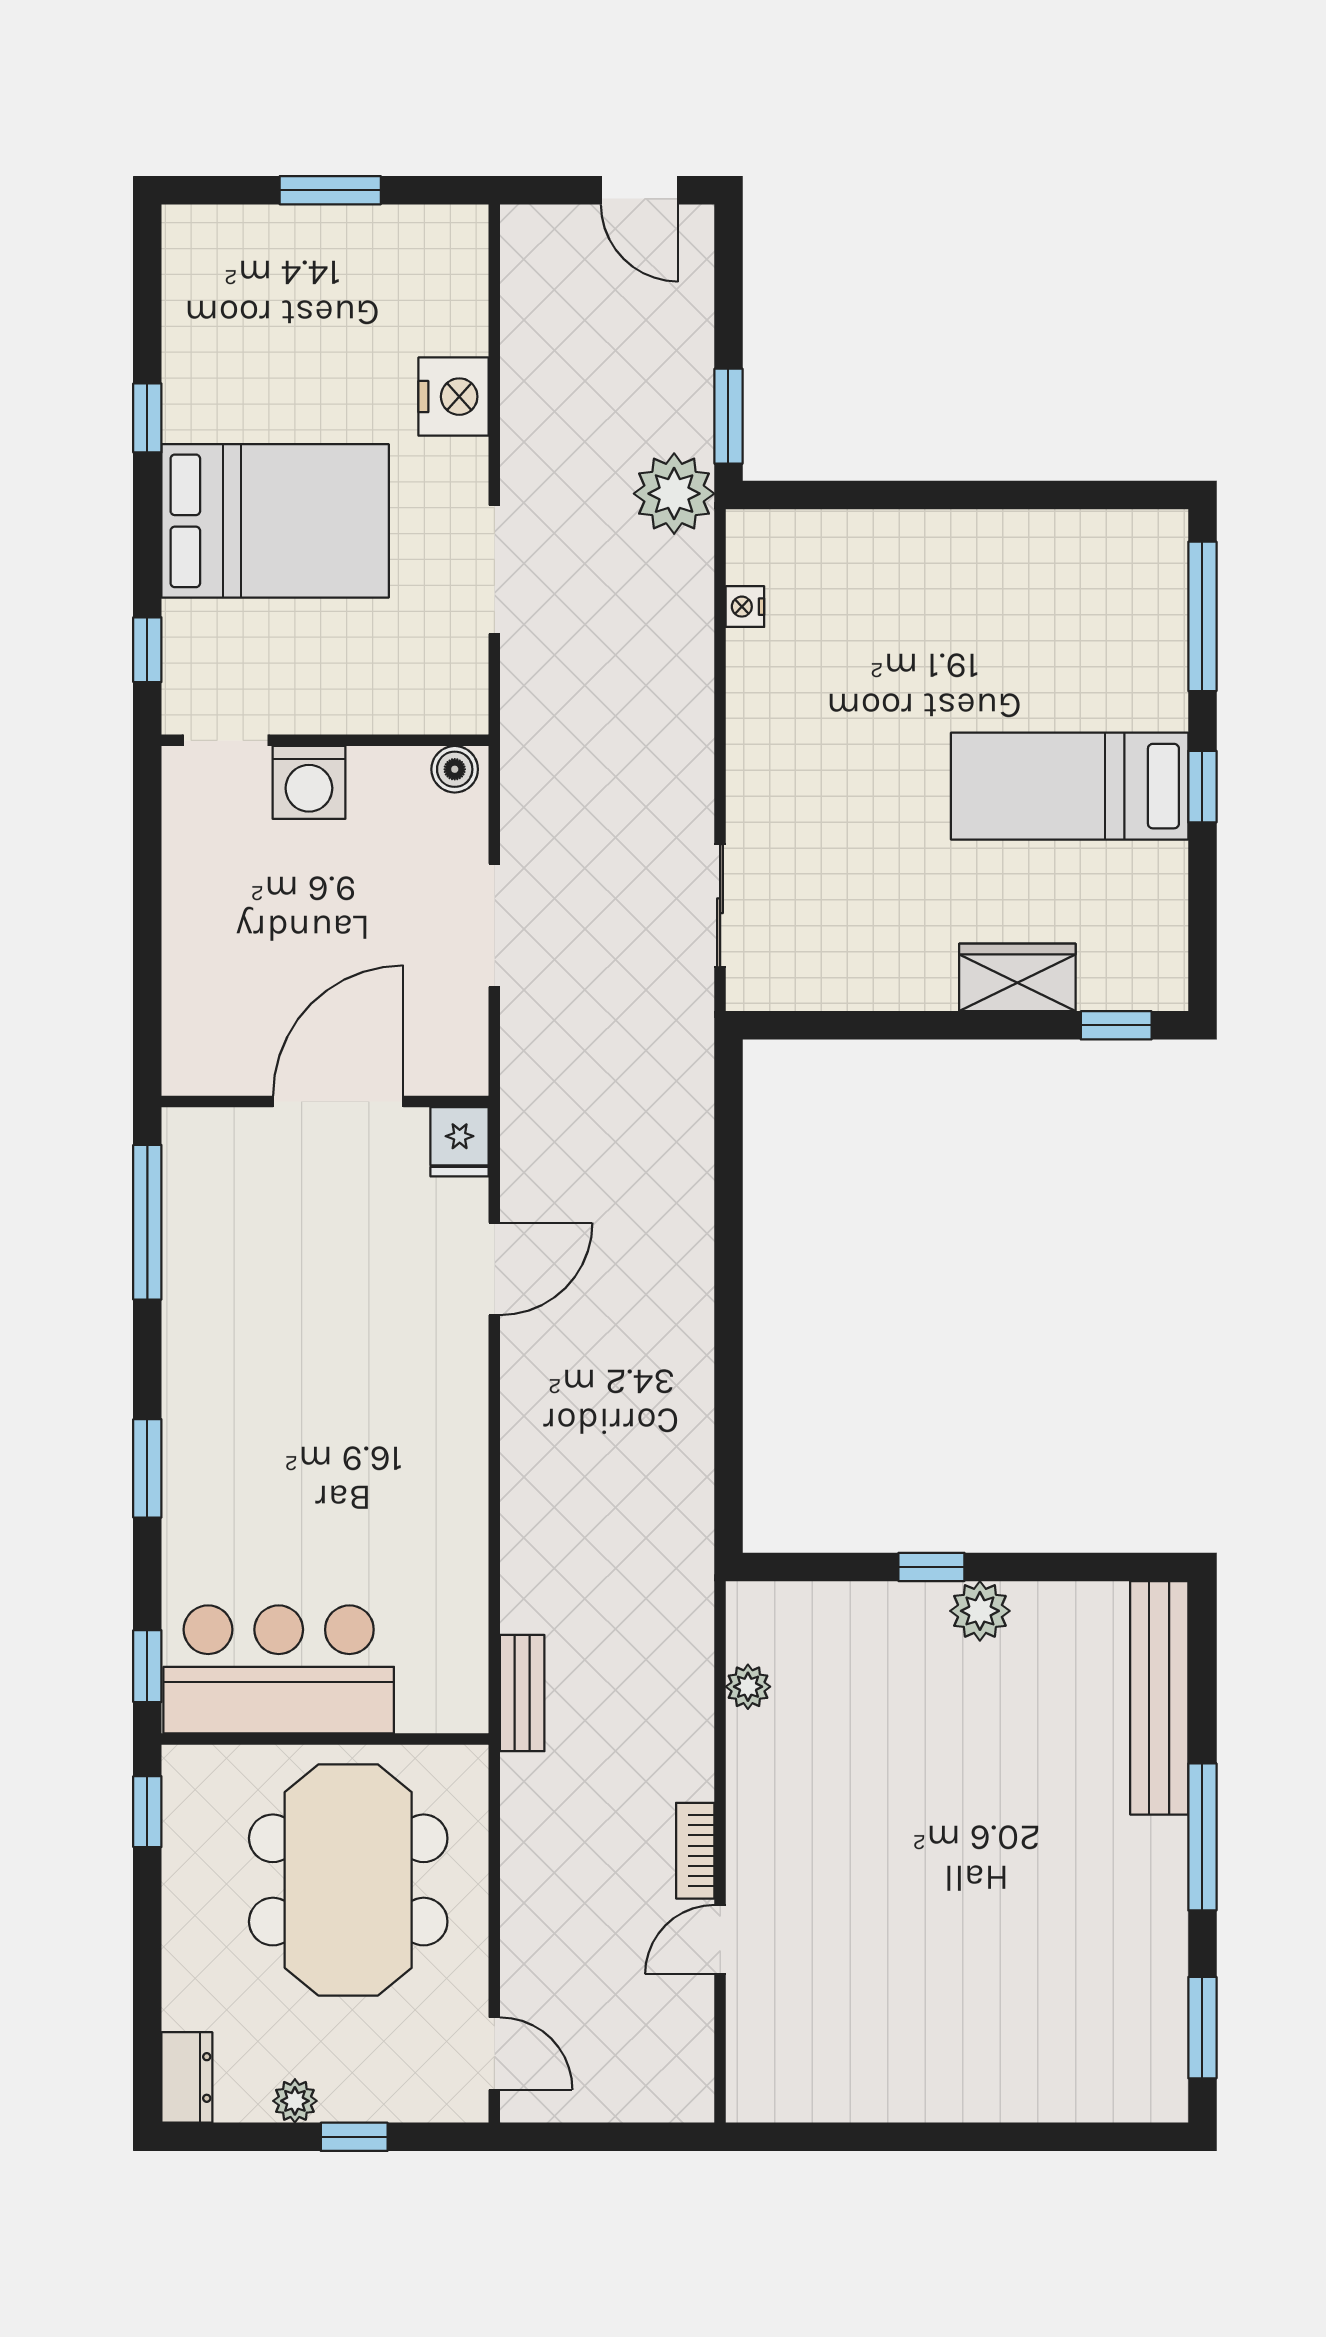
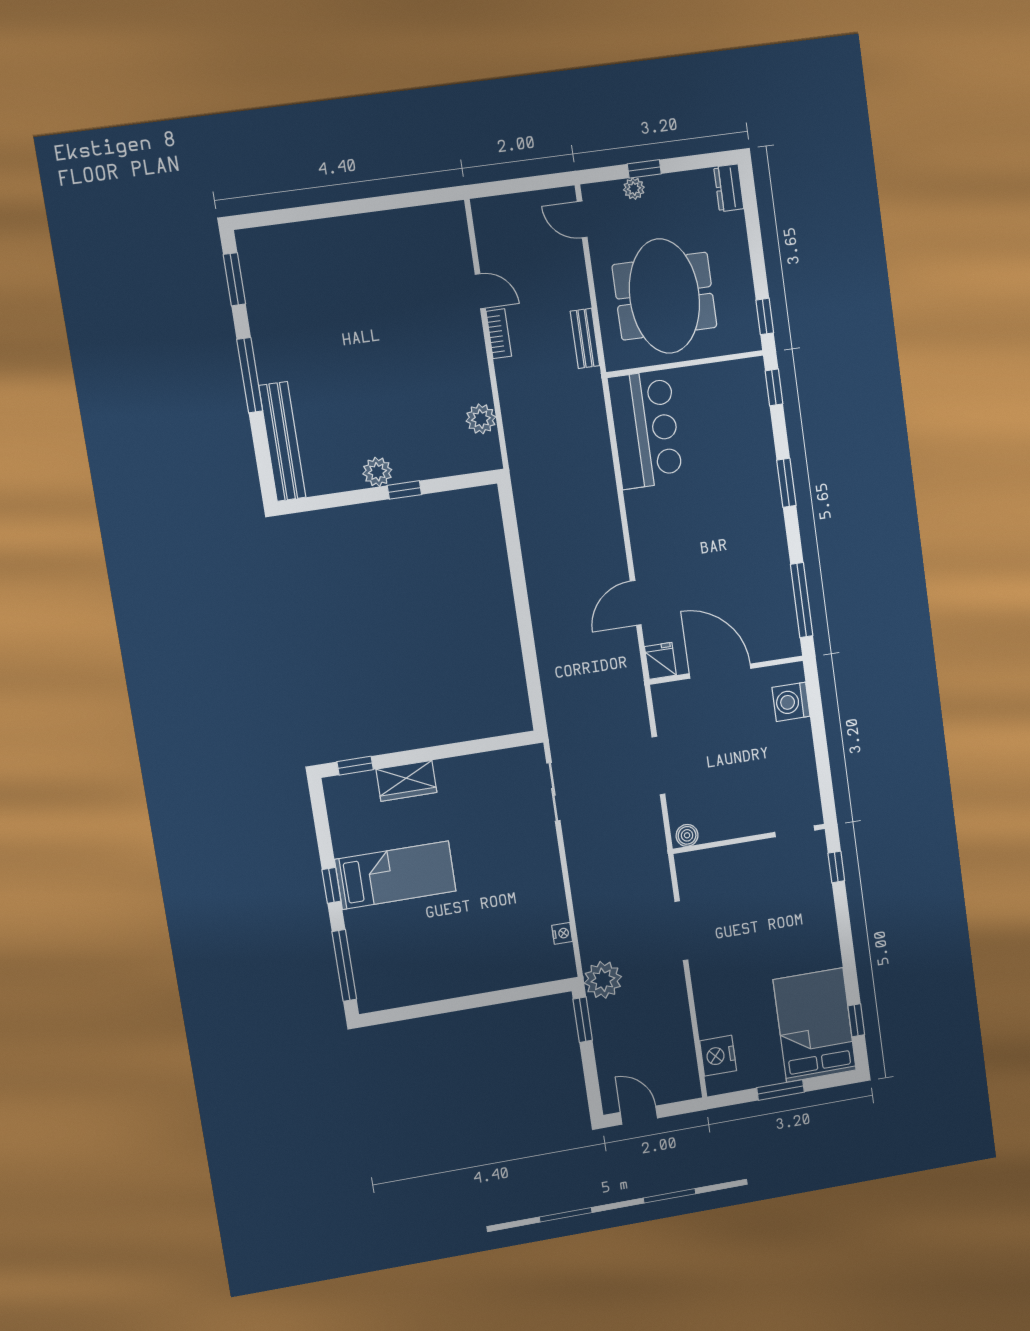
nightstand: (454, 397) -> (718, 1056), moved
window: (147, 418) -> (856, 1020), moved
bed: (275, 521) -> (815, 1025), moved, turned 90
washing machine: (309, 782) -> (791, 702), moved, turned -90
door: (338, 1101) -> (720, 671), swing flipped
bar counter: (279, 1669) -> (645, 430), moved, turned -90
plant: (748, 1687) -> (481, 419), width x1.38, depth x1.38
bench: (522, 1693) -> (585, 338), moved
door: (720, 1940) -> (480, 291), hinge flipped
plant: (295, 2101) -> (634, 189), moved

